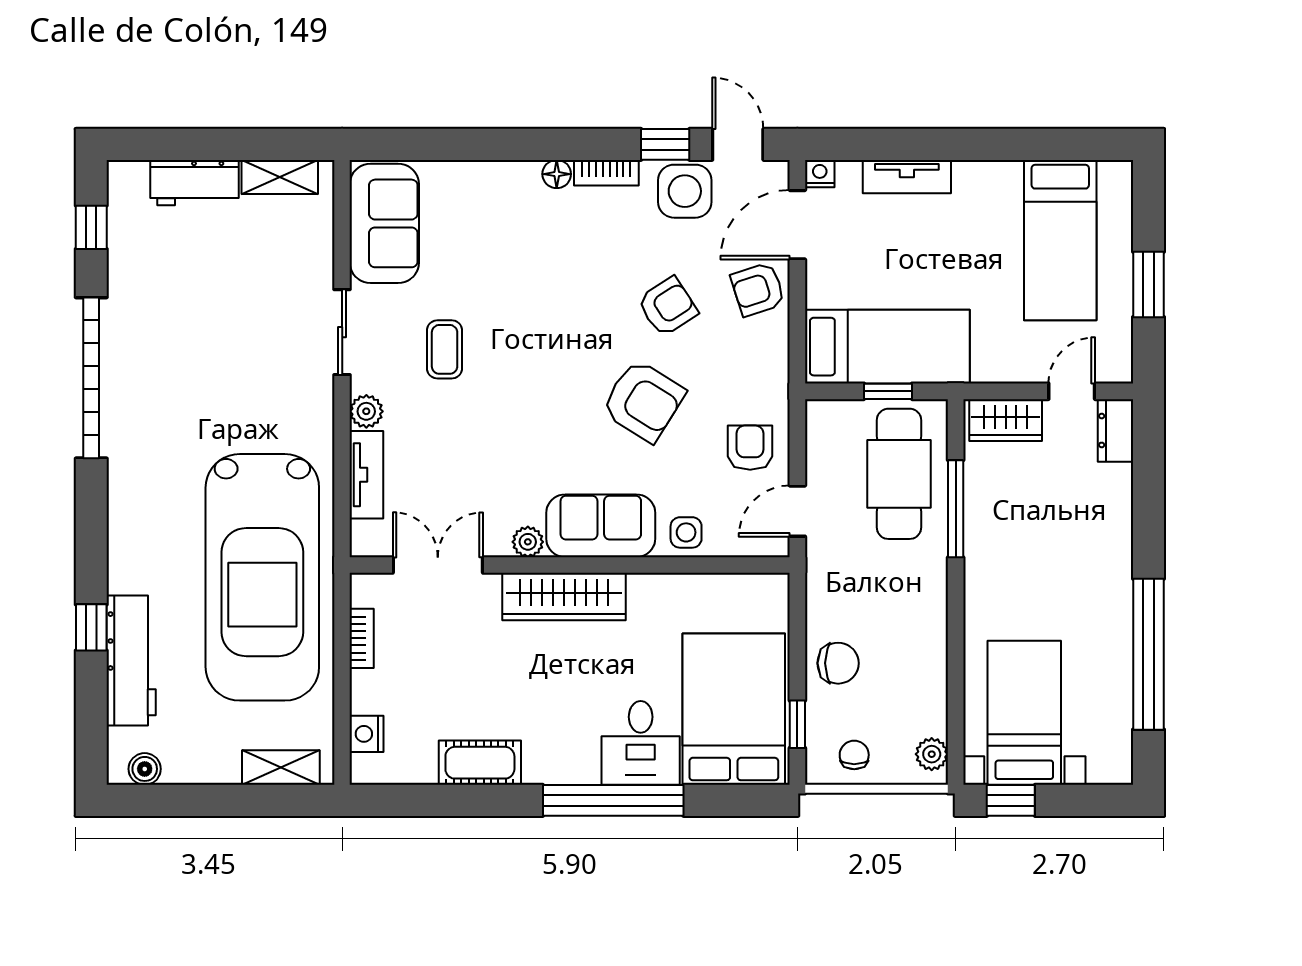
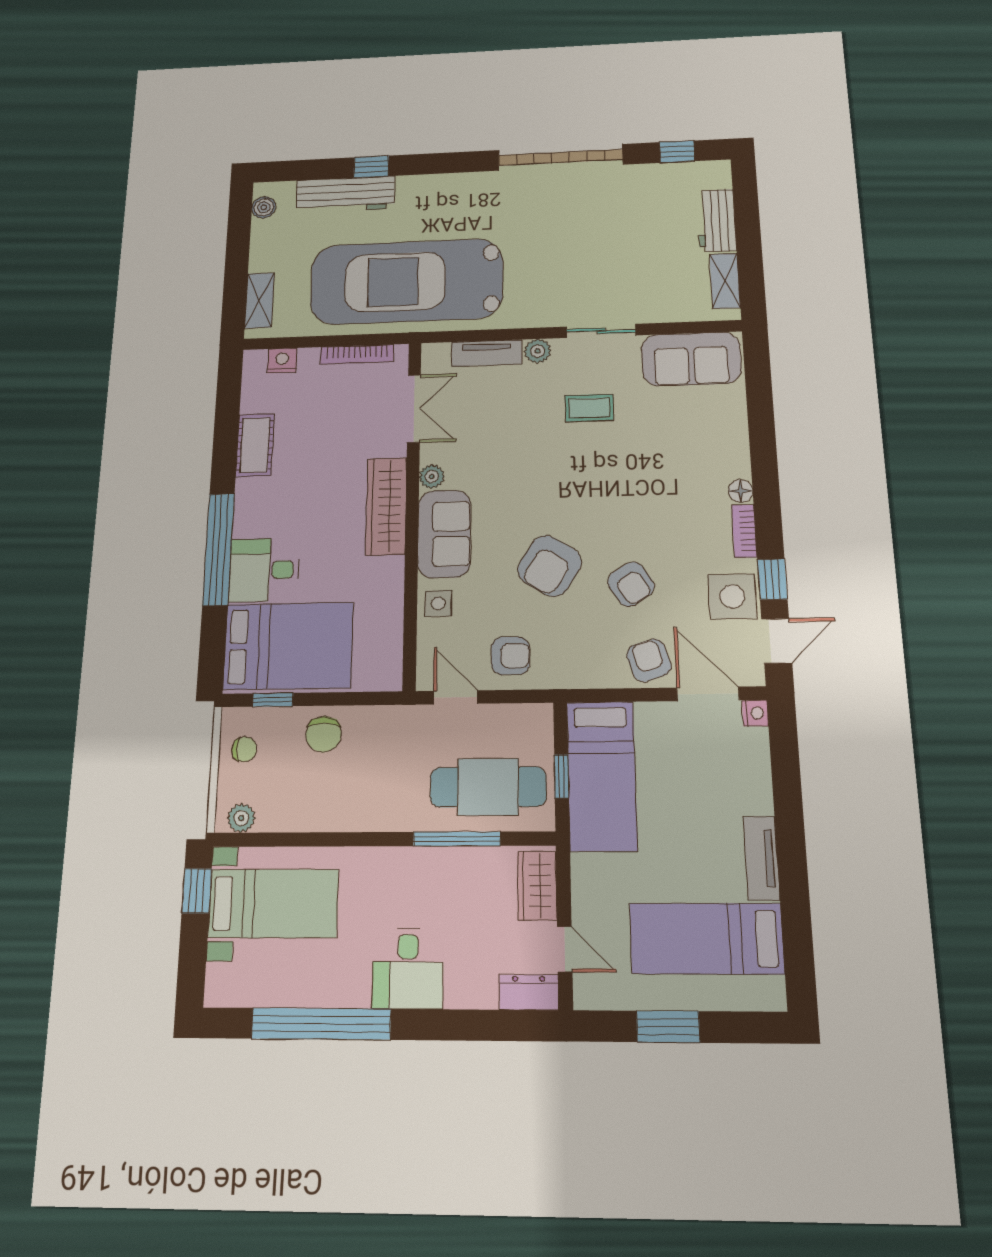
tv unit: (907, 177) -> (762, 858), moved
desk: (1092, 561) -> (408, 968), added
bookcase: (362, 638) -> (357, 354), width x1.56

